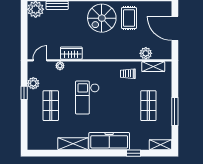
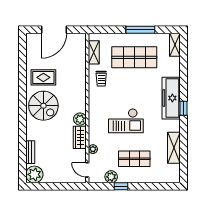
plant: (146, 53) -> (80, 119), moved
shop shelf: (148, 106) -> (134, 57), width x1.43, depth x1.36
shelving: (73, 144) -> (174, 148), moved
window: (133, 153) -> (183, 108), moved

